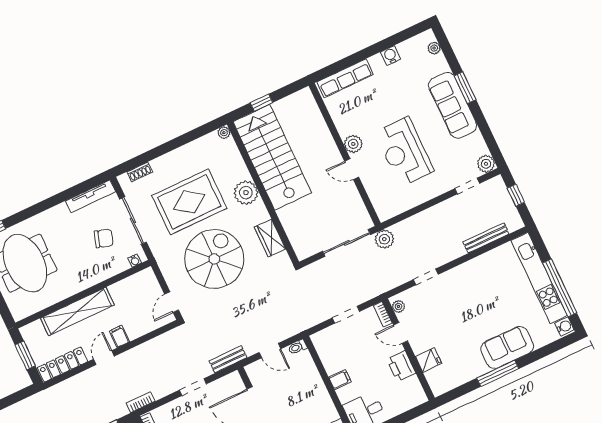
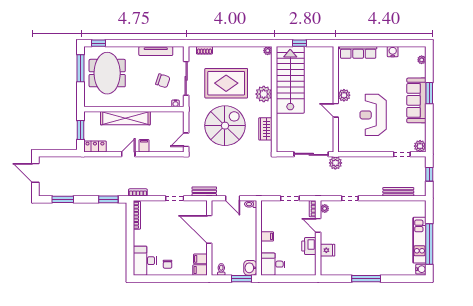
tv unit: (91, 196) -> (156, 51), moved
kitchen unit: (539, 278) -> (419, 240), width x0.73
sofa: (507, 347) -> (380, 265), removed
locker: (62, 365) -> (95, 146), width x0.66

